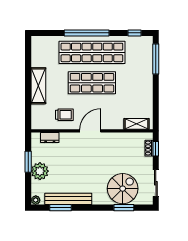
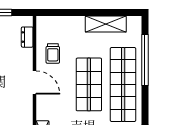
window: (87, 33) -> (145, 60), moved
shelving: (38, 86) -> (106, 24), moved

